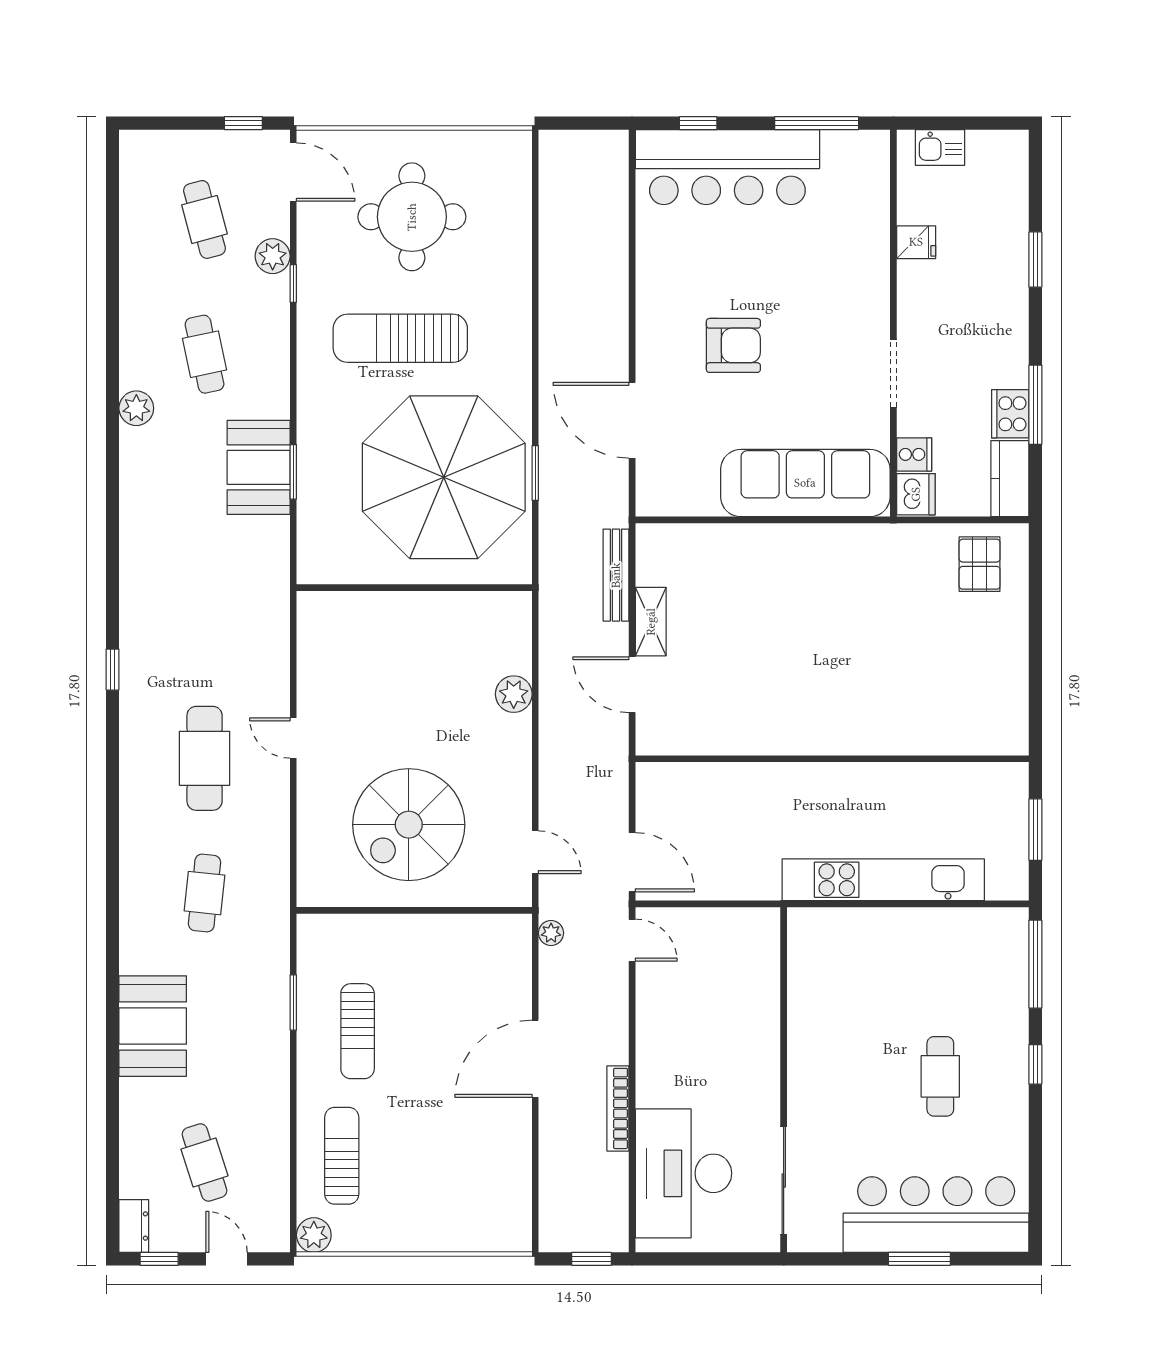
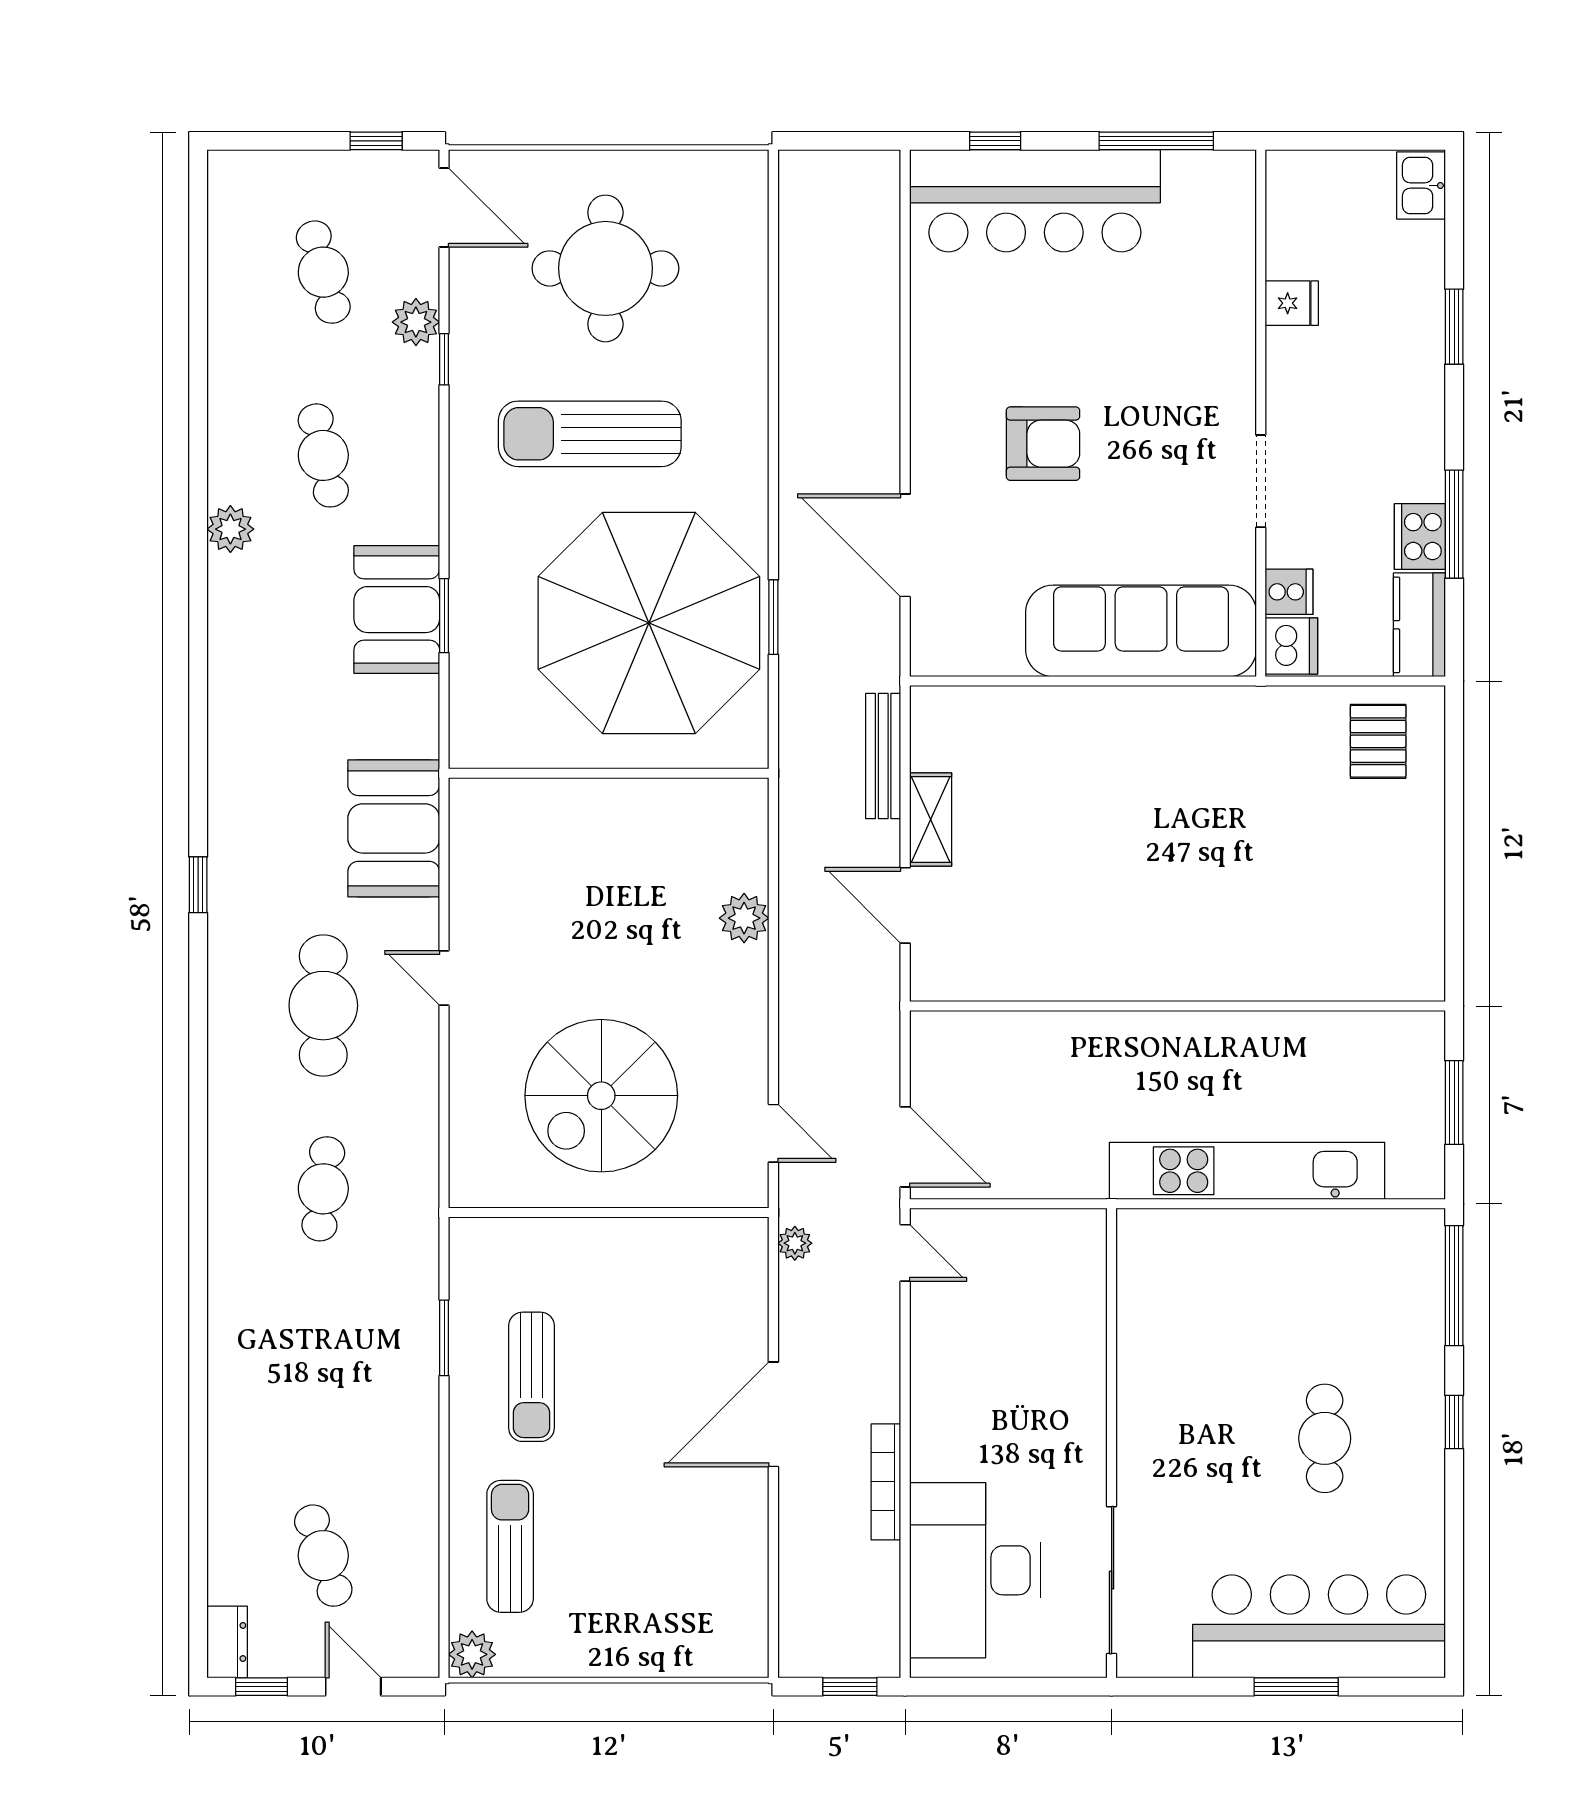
kitchen sink: (940, 147) -> (1421, 186), moved, turned 90
booth: (153, 1026) -> (394, 828), moved

